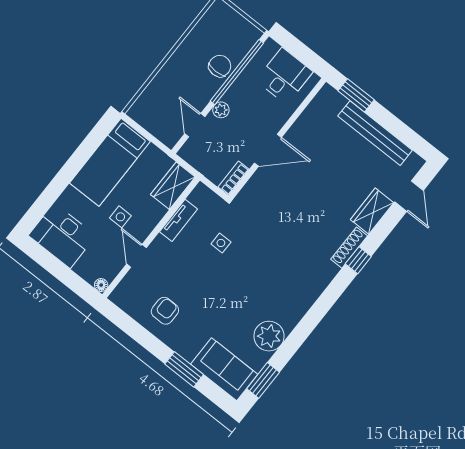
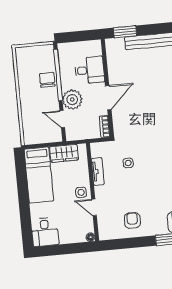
desk: (284, 76) -> (90, 70), moved, turned 90
plant: (221, 110) -> (72, 100), width x1.88, depth x1.88
wardrobe: (173, 186) -> (64, 153), moved, turned -90
side table: (120, 217) -> (81, 192), moved
desk: (62, 236) -> (45, 232), width x0.73

